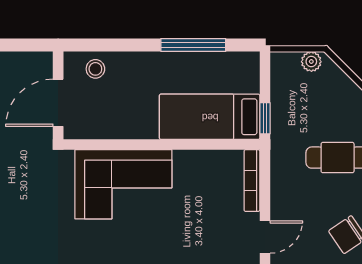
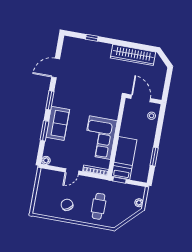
window: (193, 45) -> (154, 157), width x0.69
corner sofa: (123, 184) -> (100, 138), moved
door: (265, 237) -> (72, 172), hinge flipped

